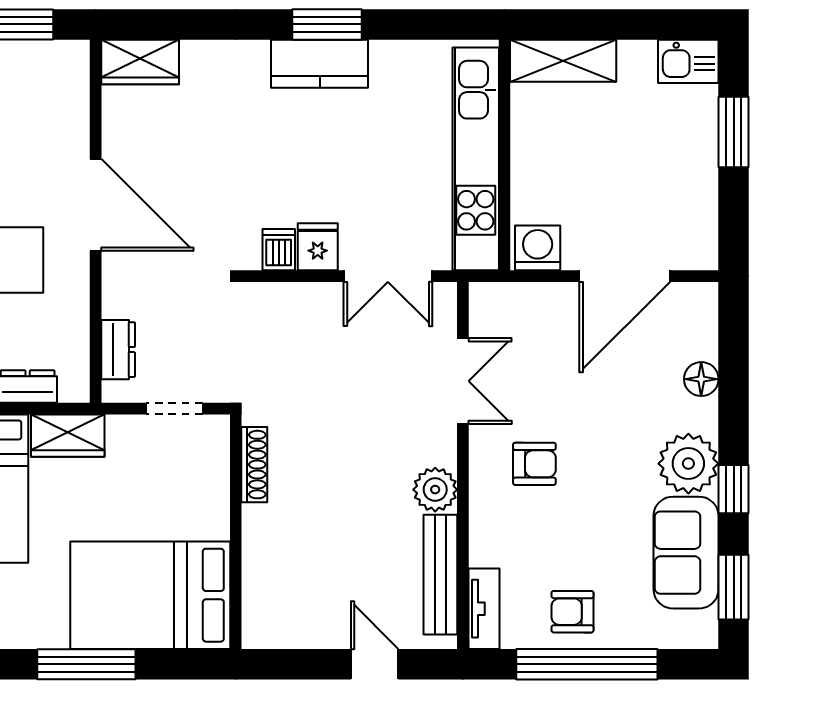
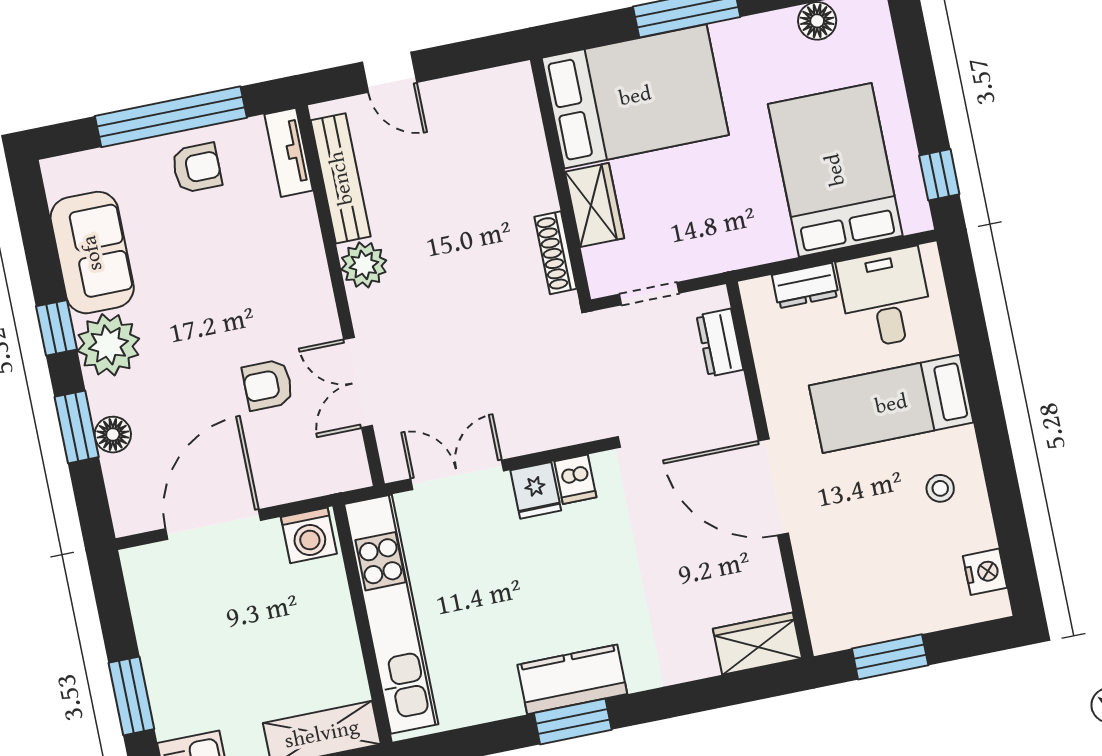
wardrobe: (68, 436) -> (595, 205), moved, turned 90
armchair: (534, 464) -> (268, 385), moved
window: (734, 587) -> (77, 427), moved

